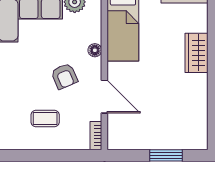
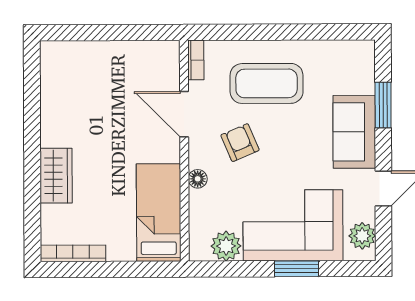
coffee table: (45, 119) -> (267, 83), width x1.86, depth x1.72
window: (166, 155) -> (98, 33), removed

